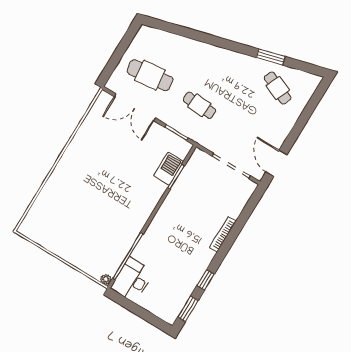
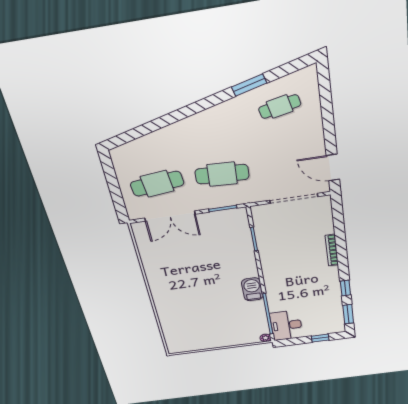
cafe table: (278, 88) -> (280, 107), turned -36
cafe table: (199, 105) -> (222, 174), width x1.37, depth x1.35
barbecue: (169, 169) -> (252, 289), moved
window: (148, 316) -> (320, 338), added

